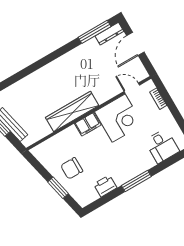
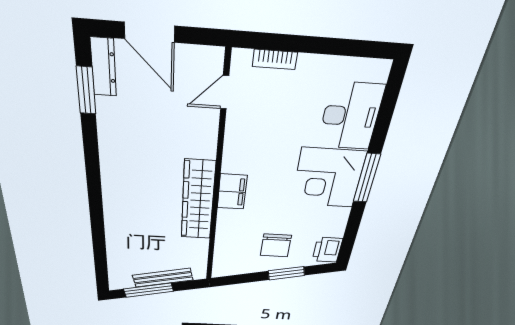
window: (95, 32) -> (86, 90), width x0.69
corner desk: (119, 118) -> (328, 178), moved, turned 180
desk: (162, 146) -> (351, 116), width x1.37
printer: (105, 186) -> (327, 250), moved

